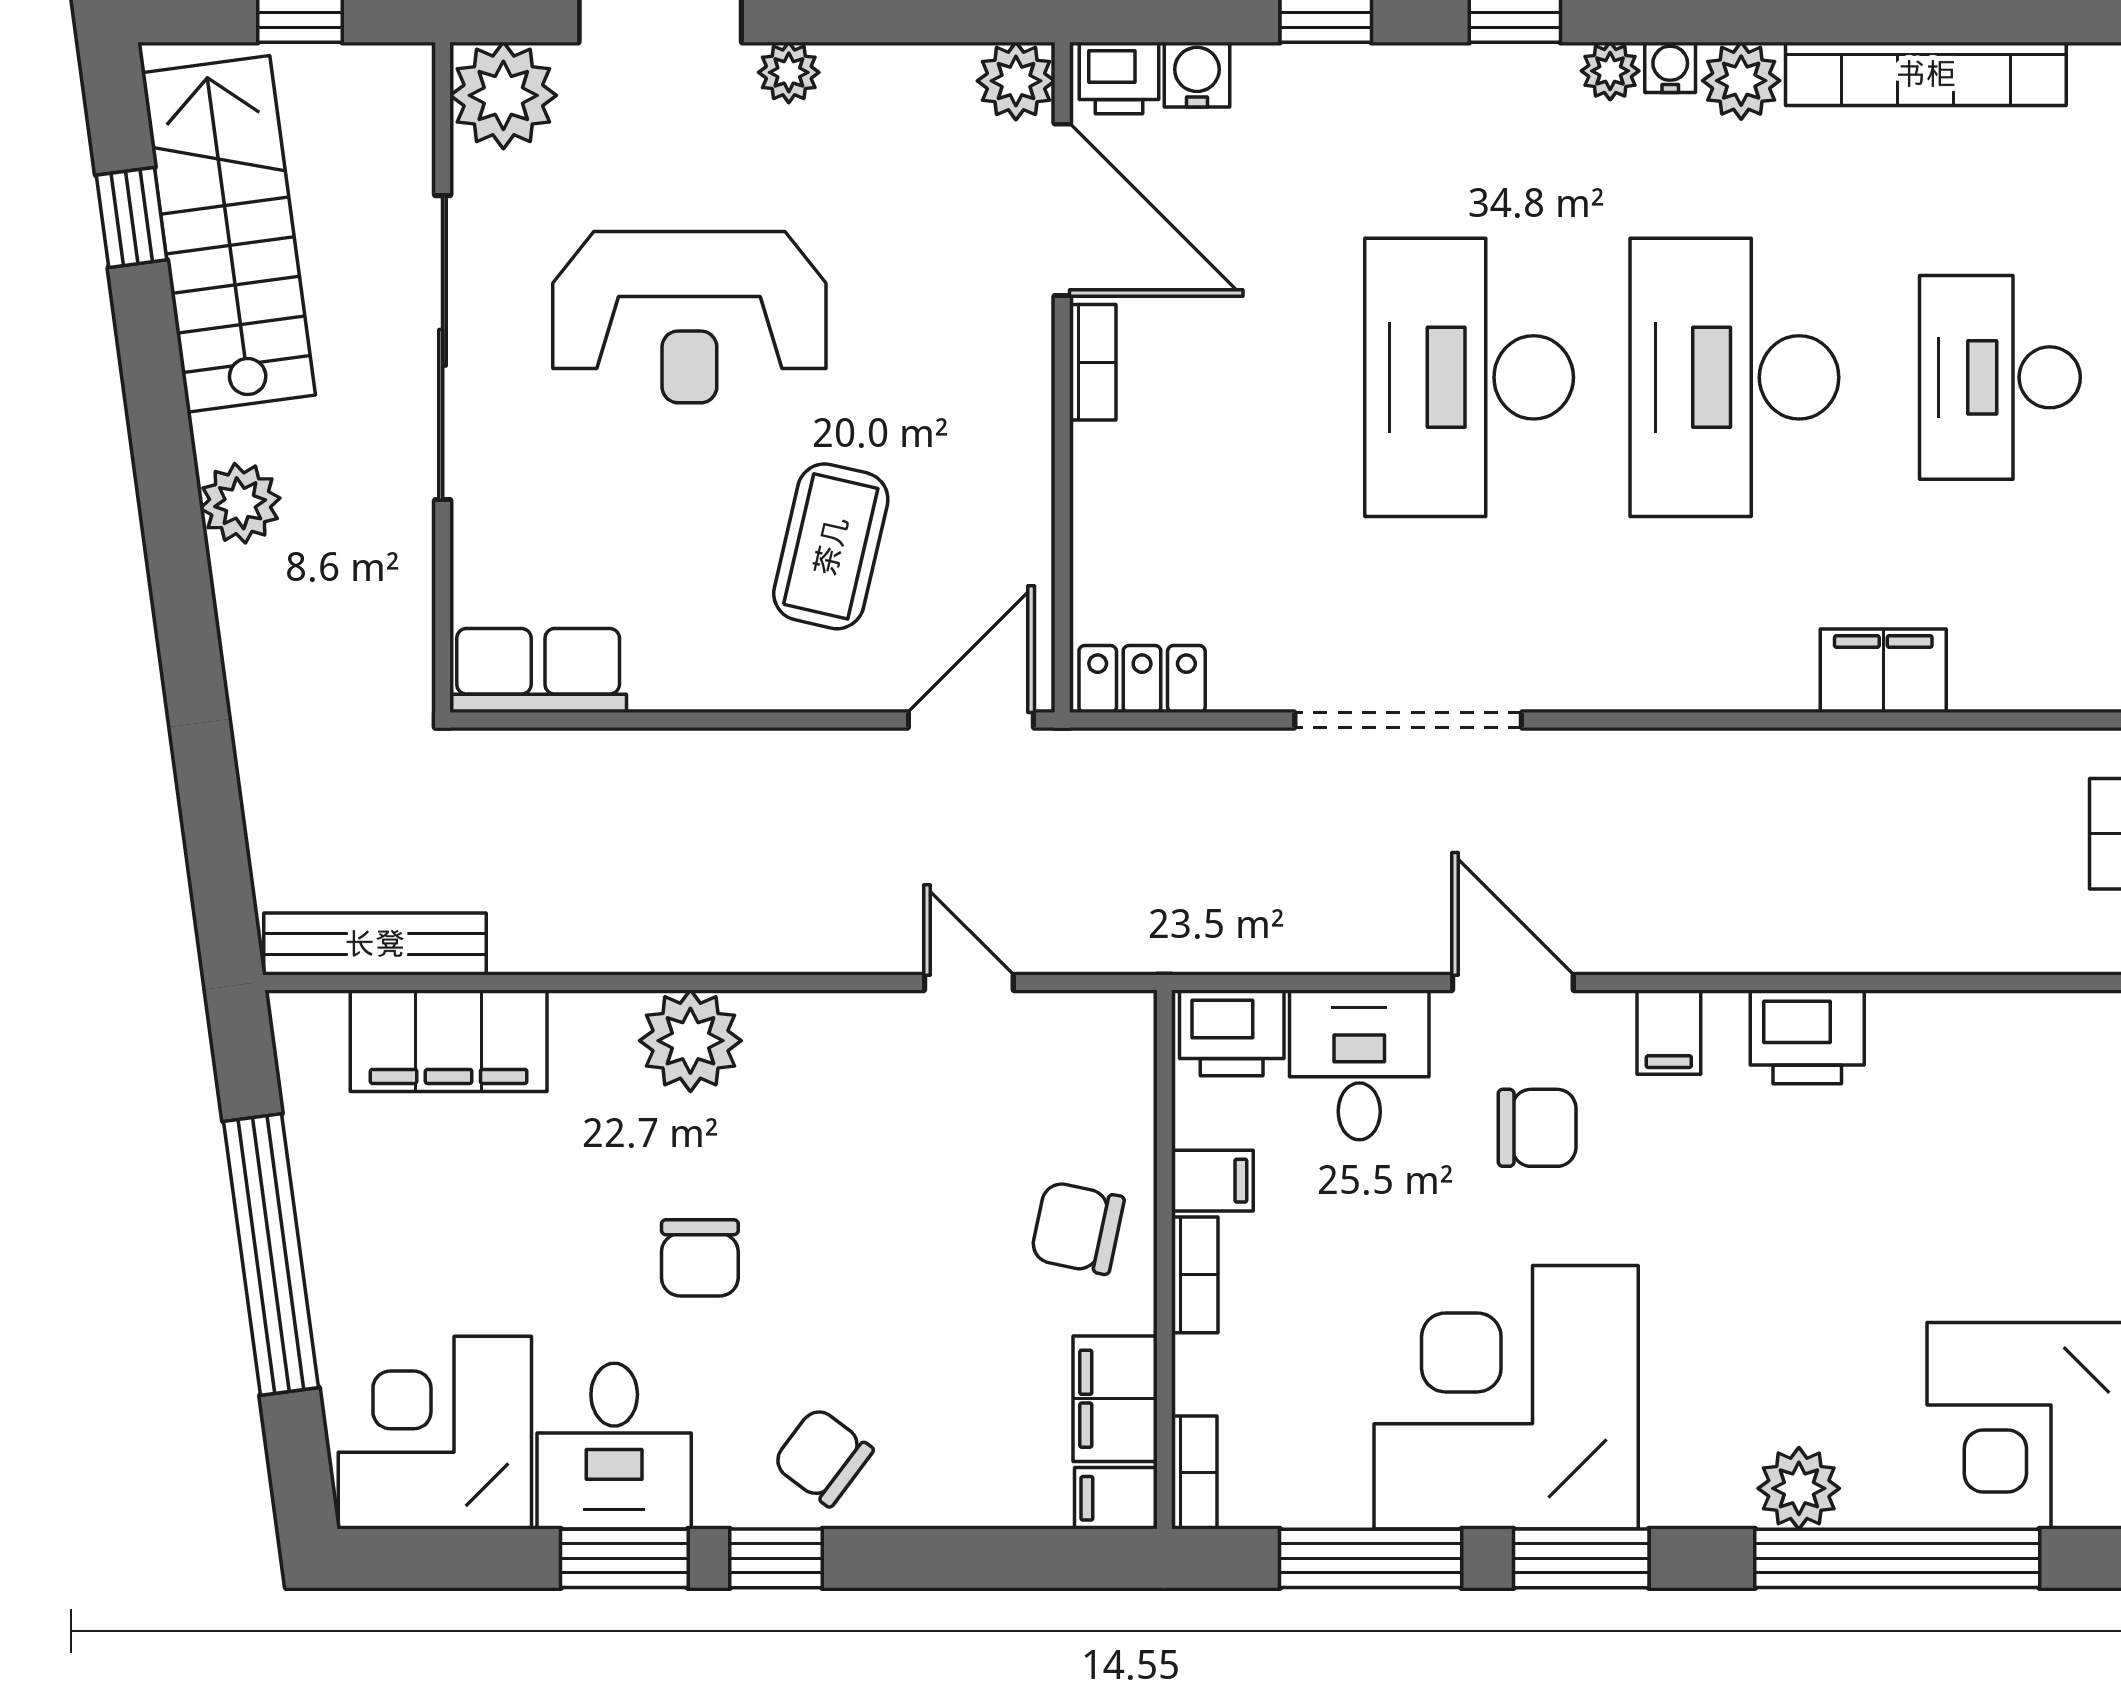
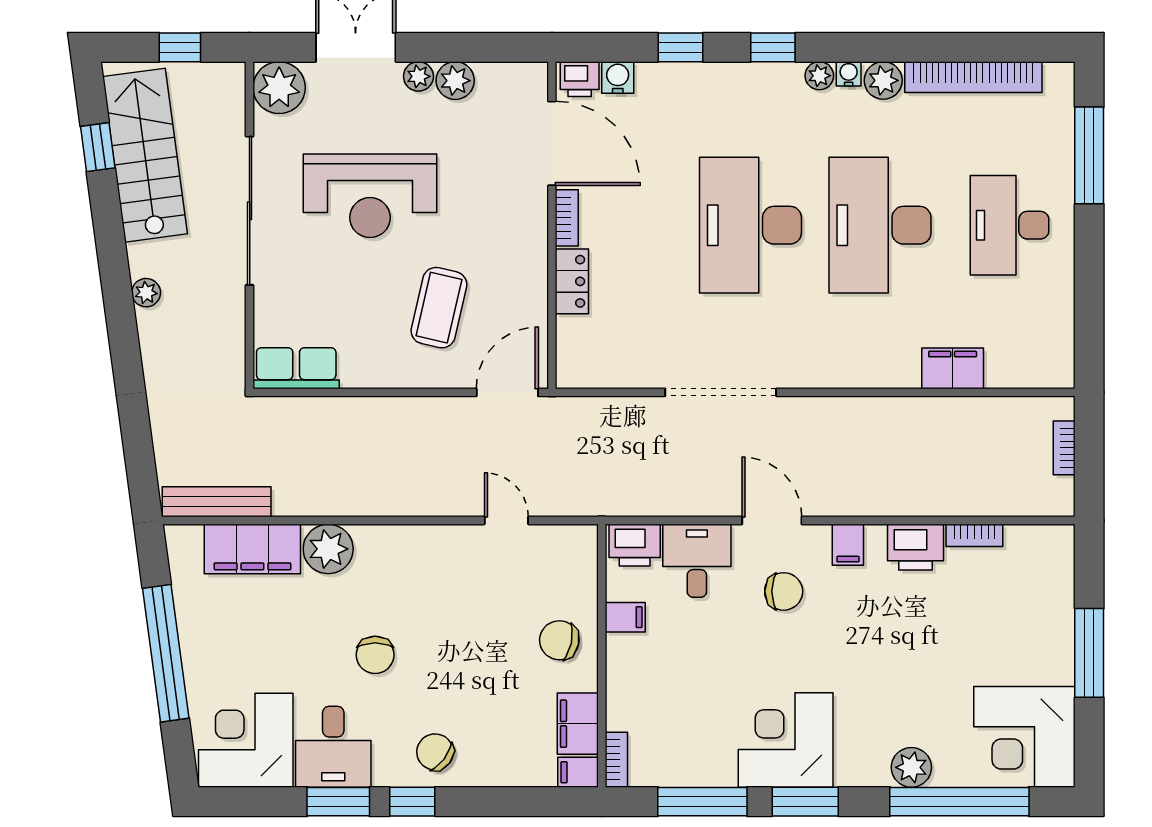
plant: (1016, 81) -> (455, 81), moved
plant: (240, 503) -> (146, 293), width x0.73, depth x0.73
locker: (1142, 679) -> (572, 281), moved, turned 90
plant: (690, 1041) -> (328, 549), moved
bookcase: (1195, 1275) -> (974, 535), moved, turned 90
corner desk: (1506, 1397) -> (786, 740), width x0.74, depth x0.74

